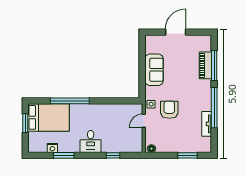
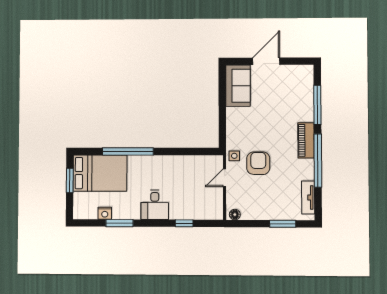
piano: (205, 65) -> (306, 140), moved
sofa: (154, 70) -> (238, 86), moved
tv unit: (207, 124) -> (308, 197), moved

